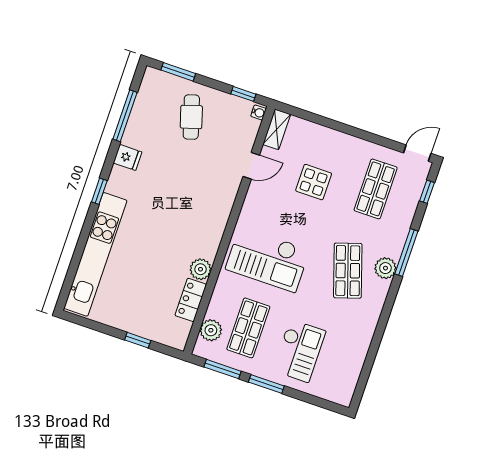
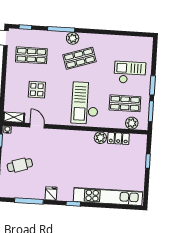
checkout: (268, 259) -> (85, 103), turned 180

